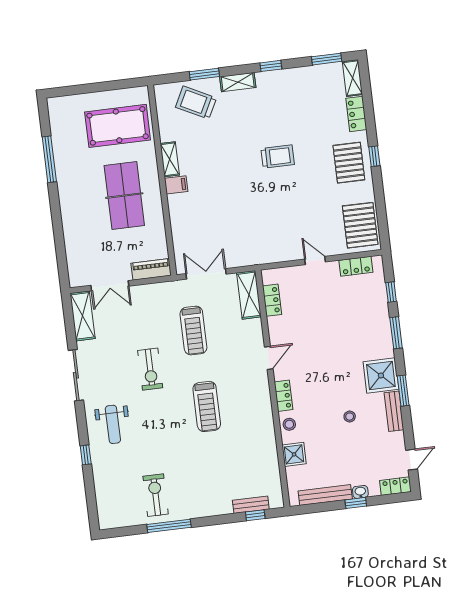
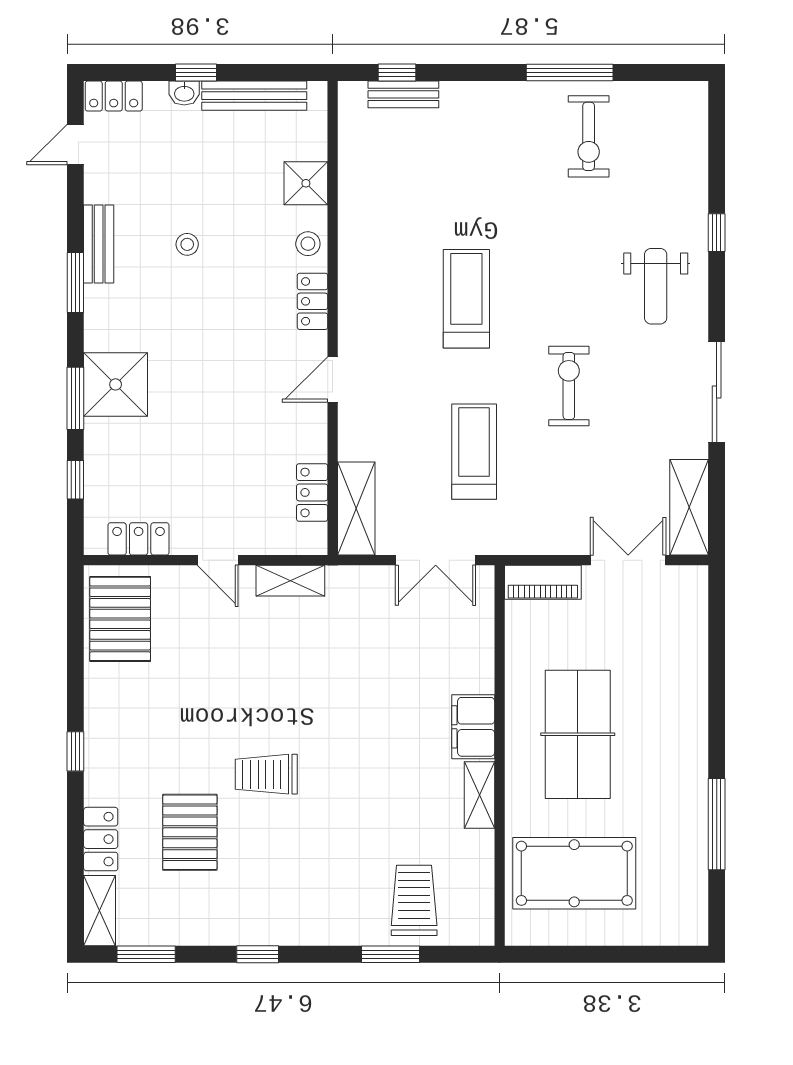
shelving: (238, 82) -> (290, 581), moved
trolley: (196, 103) -> (414, 900), turned -117
pallet: (349, 163) -> (190, 832), moved
filing cabinet: (176, 185) -> (473, 727), width x2.00
shower: (381, 376) -> (116, 384), moved
weight bench: (113, 424) -> (656, 286), turned 180

